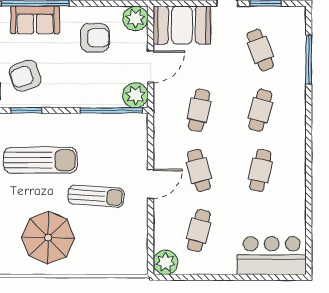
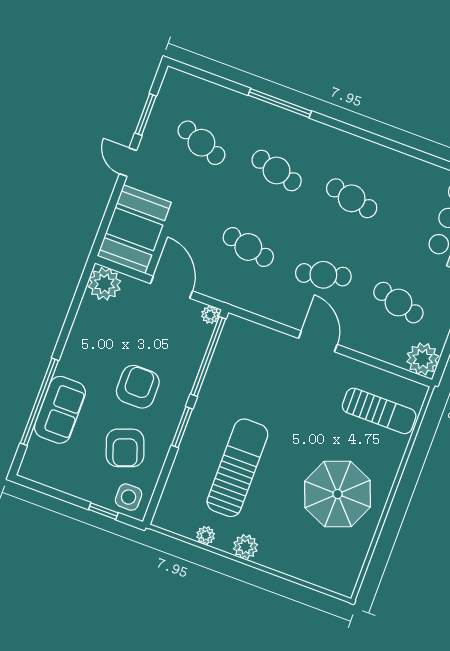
armchair: (95, 38) -> (138, 387), moved
cafe table: (260, 50) -> (201, 143), turned 42
window: (309, 59) -> (280, 103), moved
plant: (135, 95) -> (210, 315), width x0.53, depth x0.53
window: (26, 110) -> (182, 427), moved
sun lounger: (96, 196) -> (379, 411), moved, turned 86

